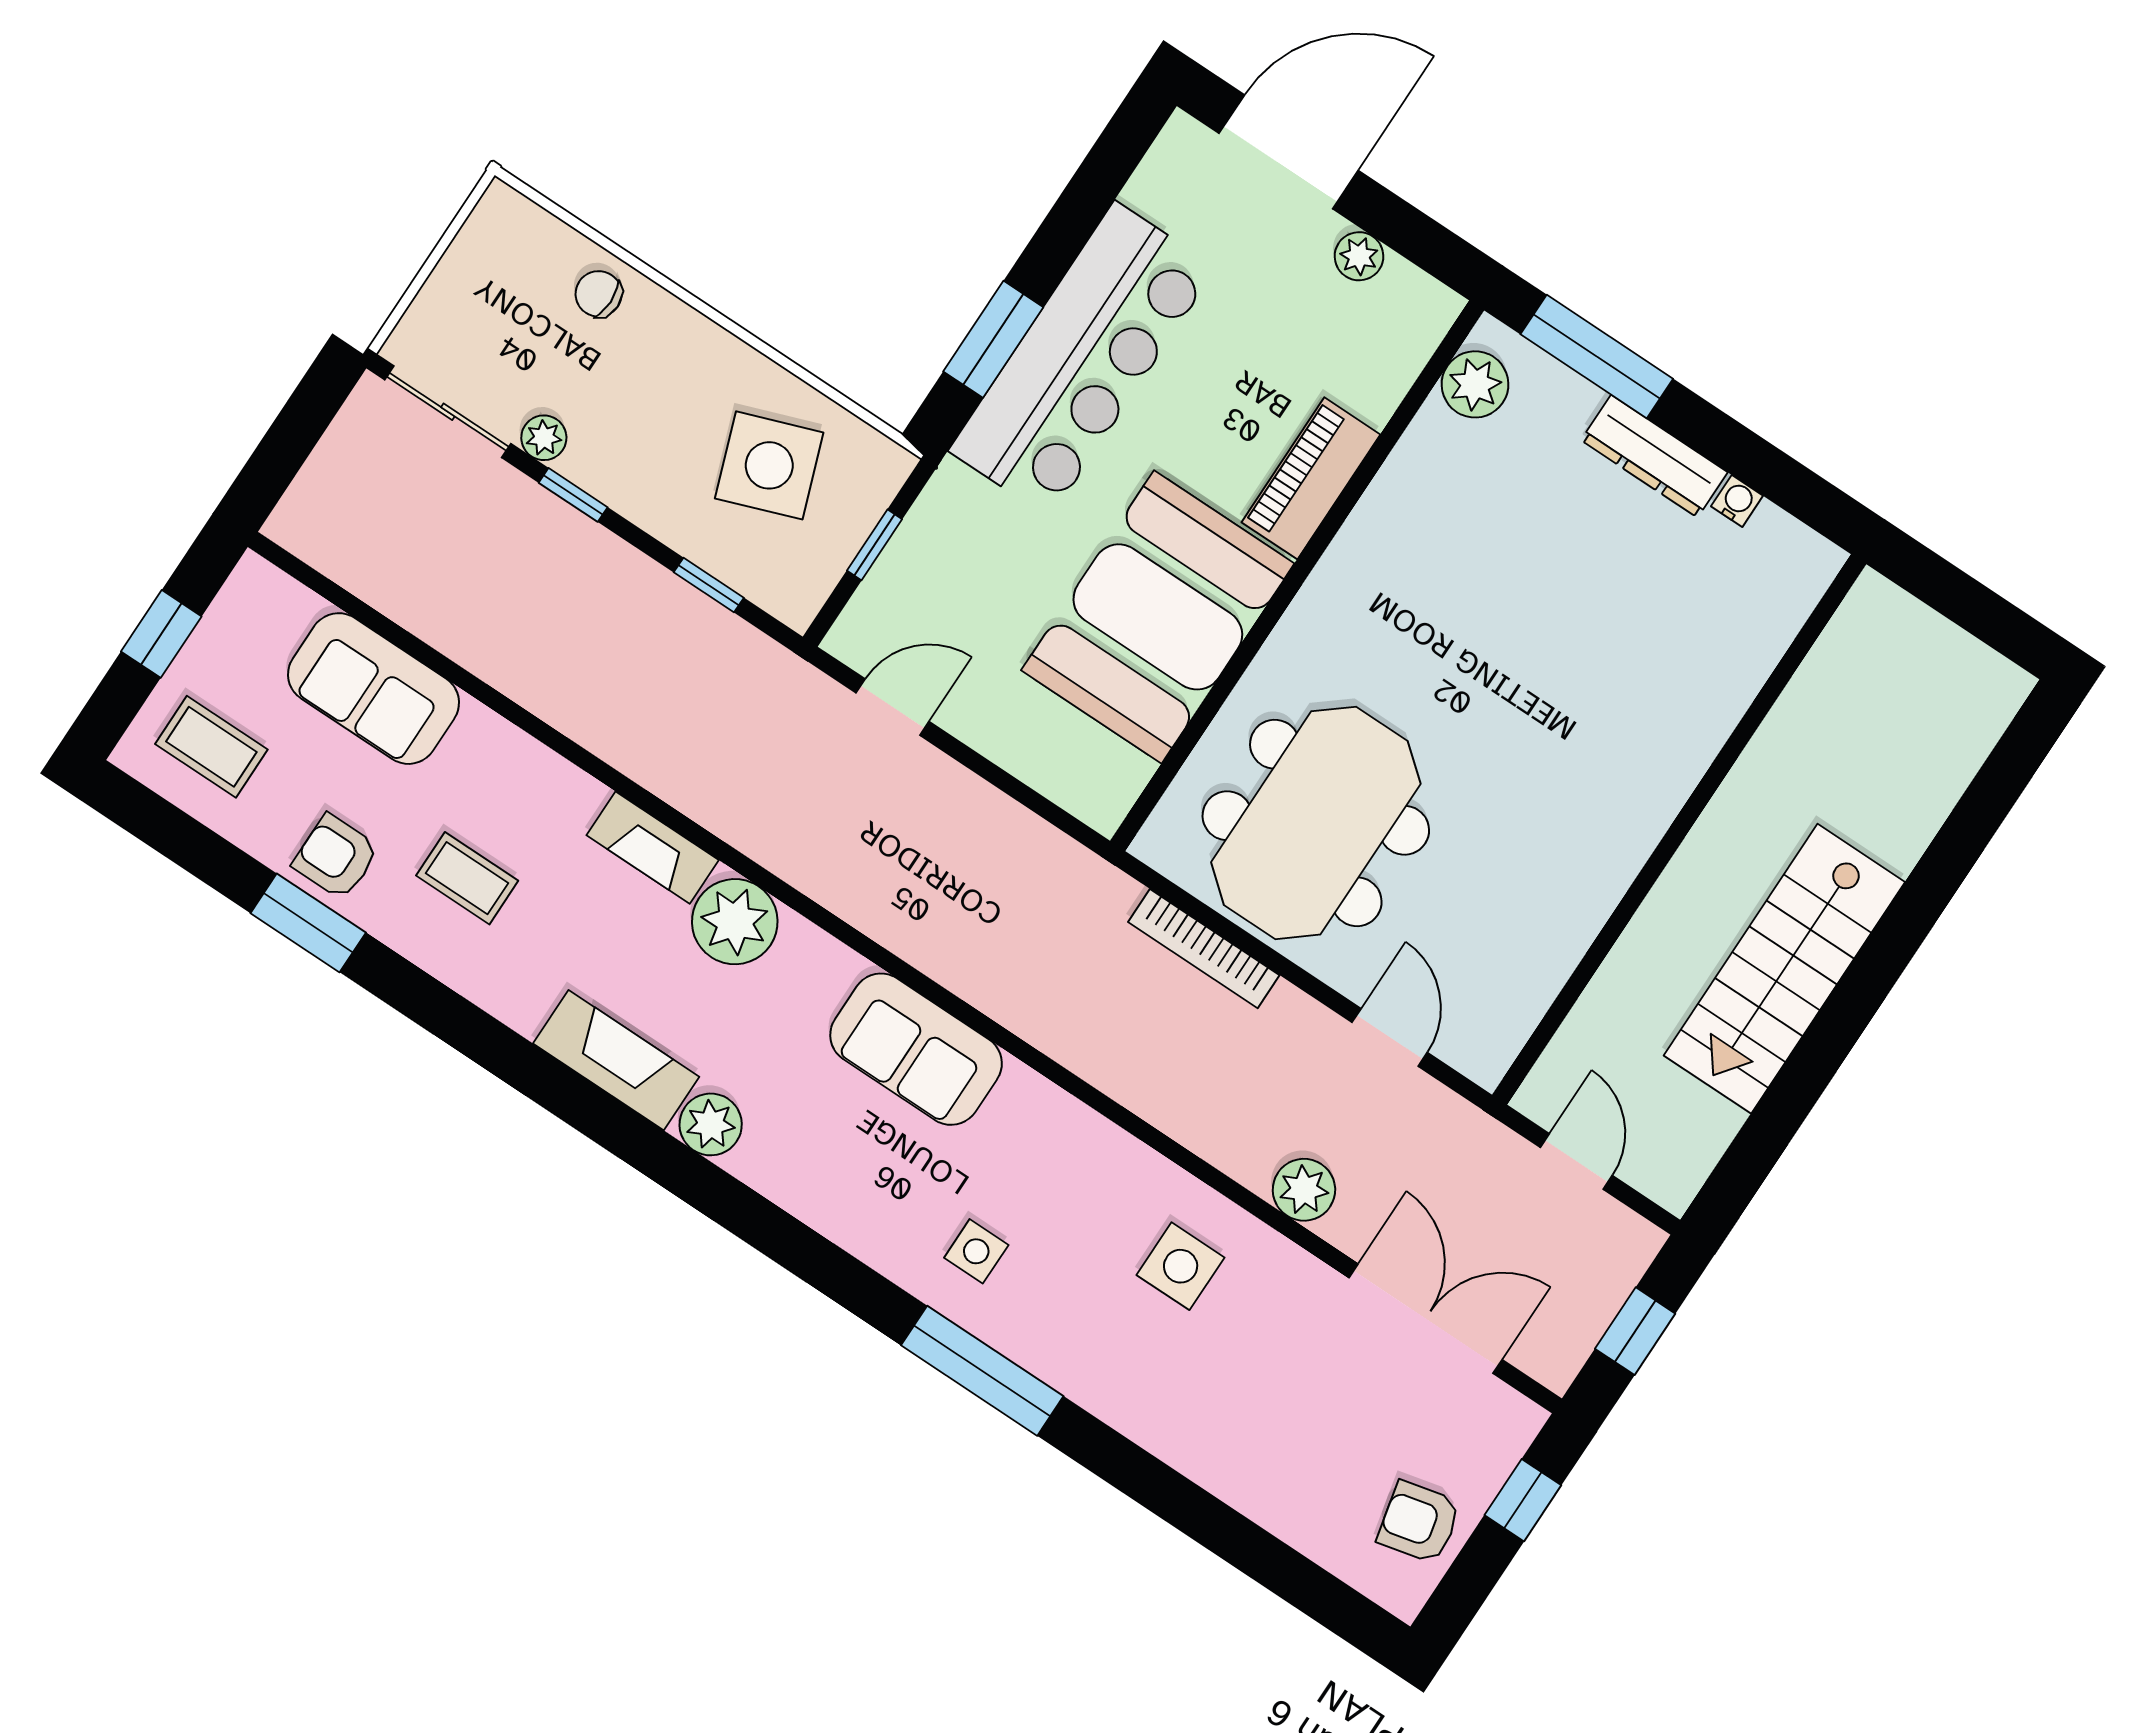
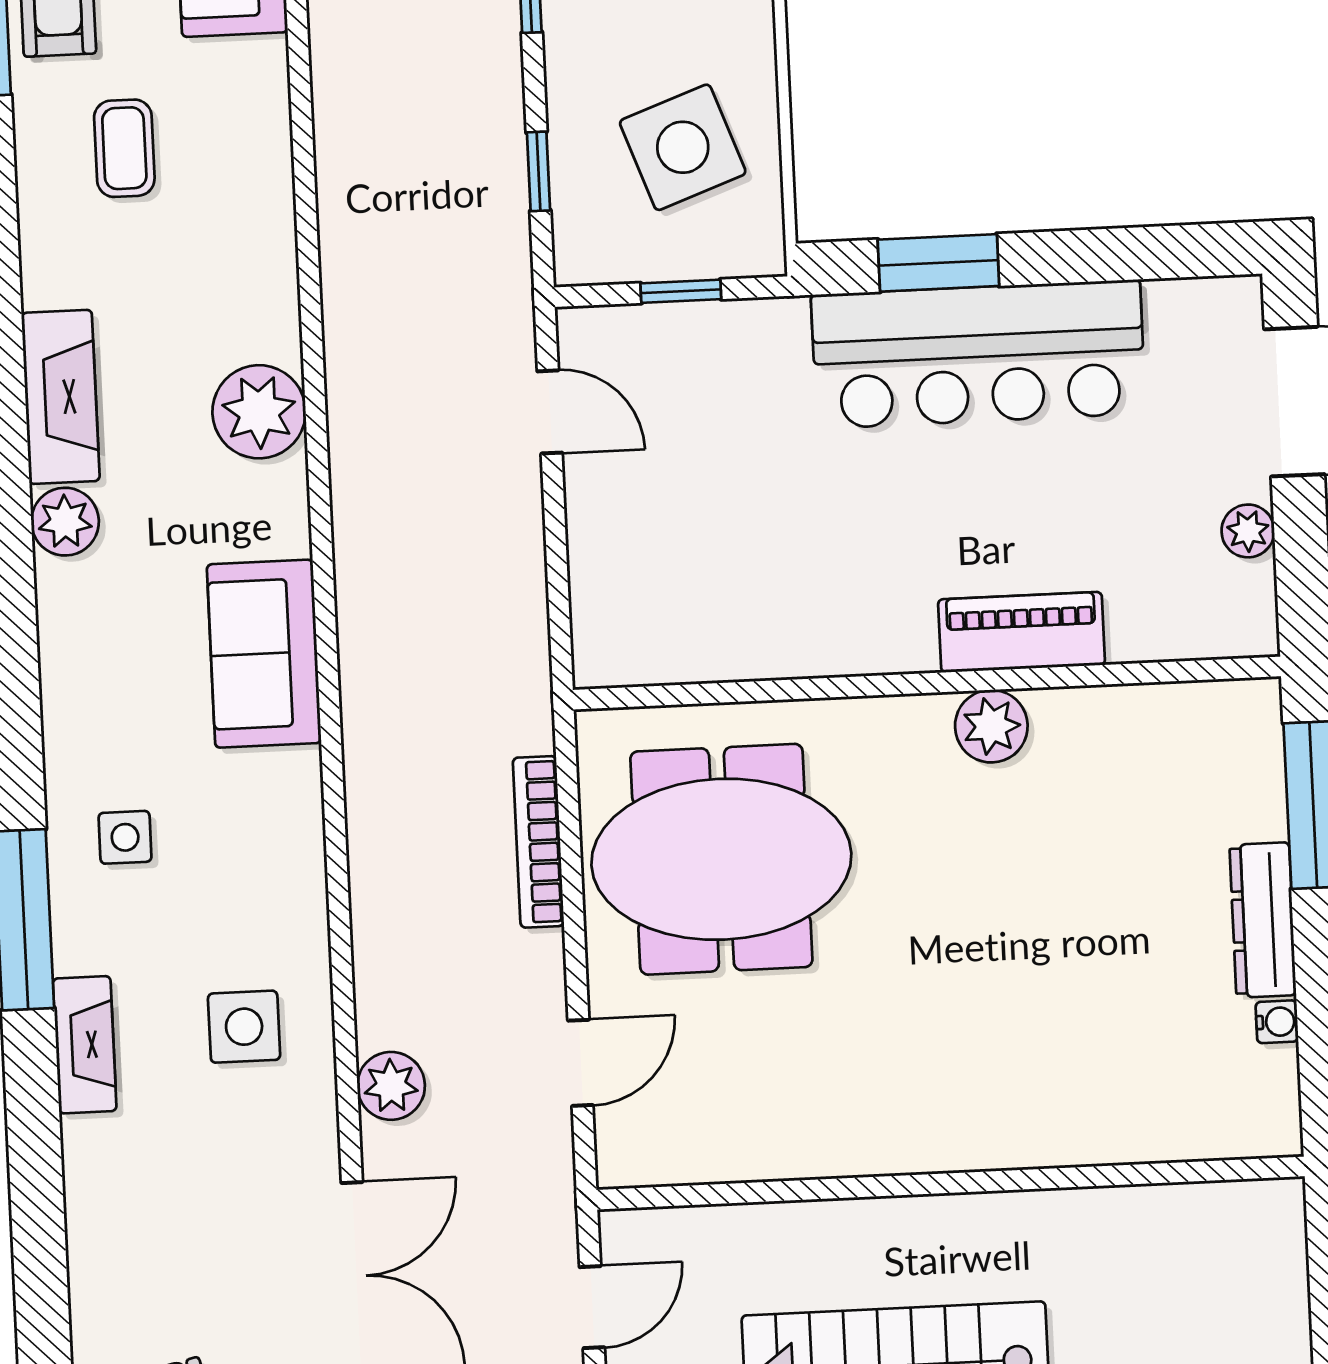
plant: (1475, 384) -> (991, 726), moved
booth: (1158, 617) -> (801, 587), removed
fireplace: (653, 848) -> (85, 1045), moved, turned 180

